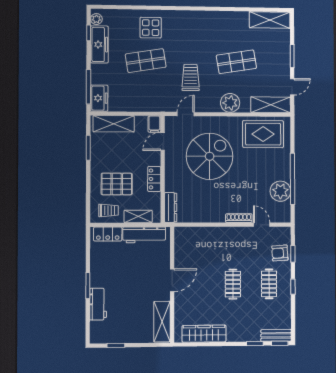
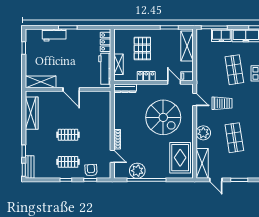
freezer: (99, 98) -> (221, 35), moved
trolley: (108, 210) -> (123, 42), removed
door: (262, 225) -> (112, 156), hinge flipped

